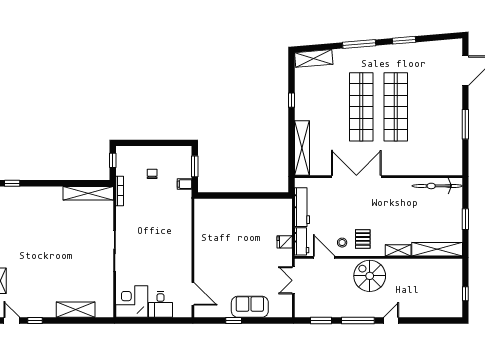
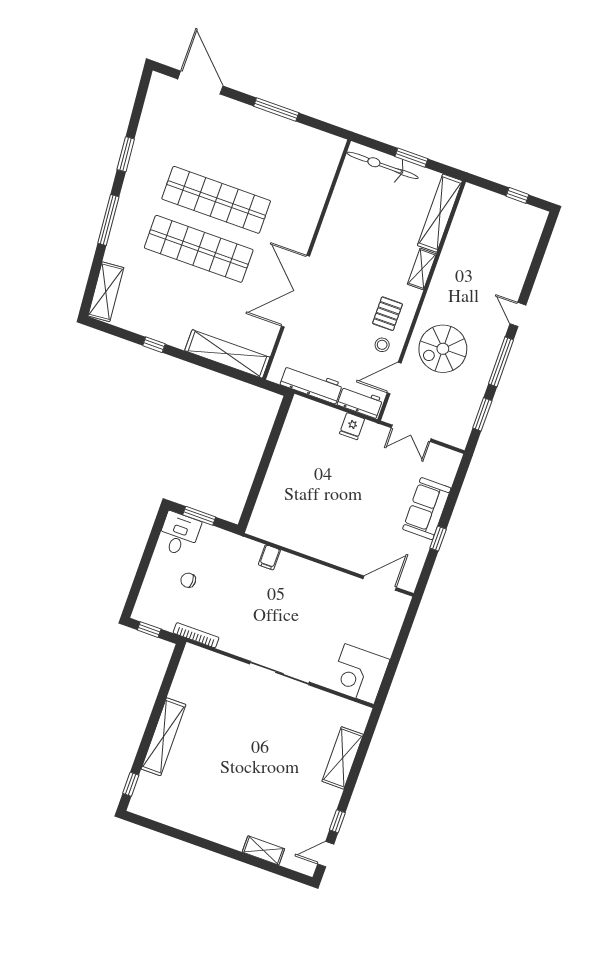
filing cabinet: (184, 184) -> (269, 557), moved
bicycle: (437, 186) -> (383, 165), moved, turned 90
shelving: (88, 193) -> (164, 737), moved
pallet: (363, 239) -> (387, 314), turned 90
spiral stairs: (370, 276) -> (443, 349), moved
desk: (160, 305) -> (179, 534), moved, turned -90

